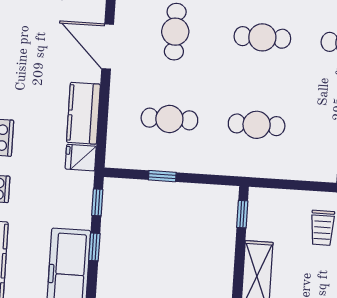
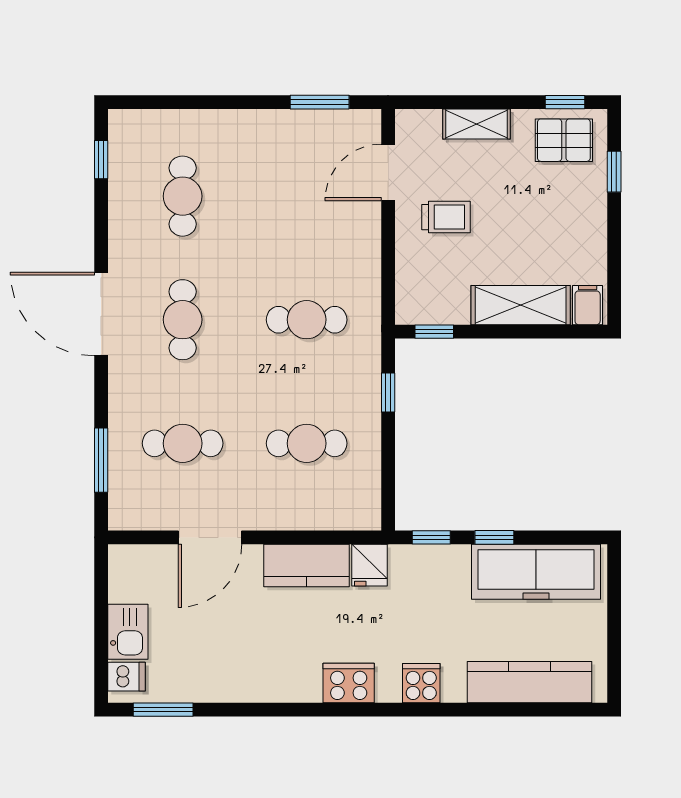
cafe table: (169, 119) -> (307, 443), turned 90
cafe table: (257, 125) -> (307, 320), turned 90
window: (162, 176) -> (388, 393), moved

